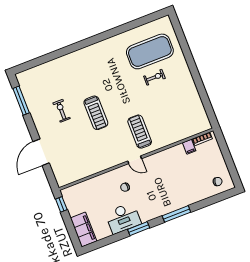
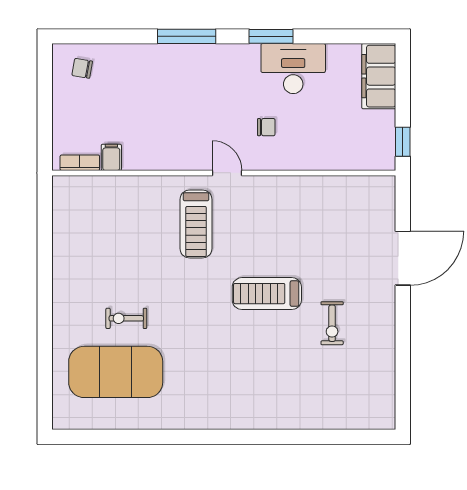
window: (21, 101) -> (403, 374), removed
treadmill: (96, 113) -> (267, 294), turned -90

